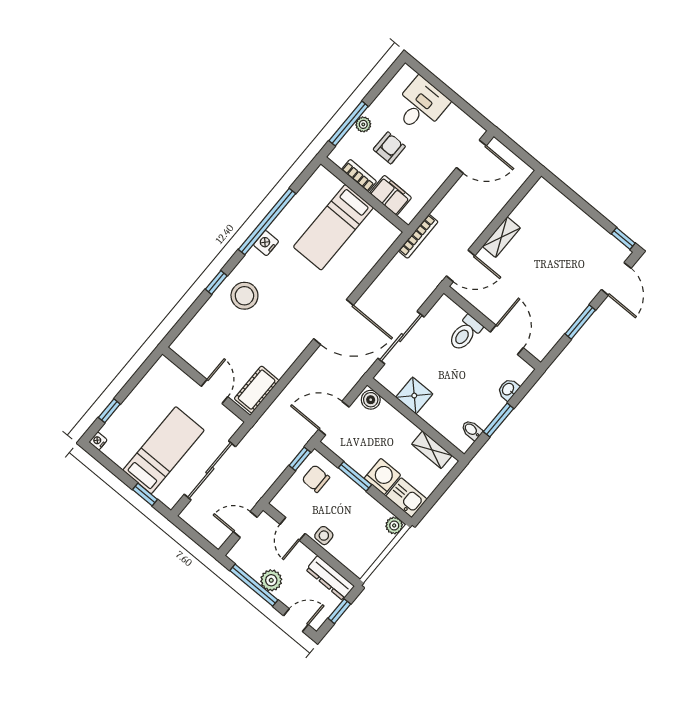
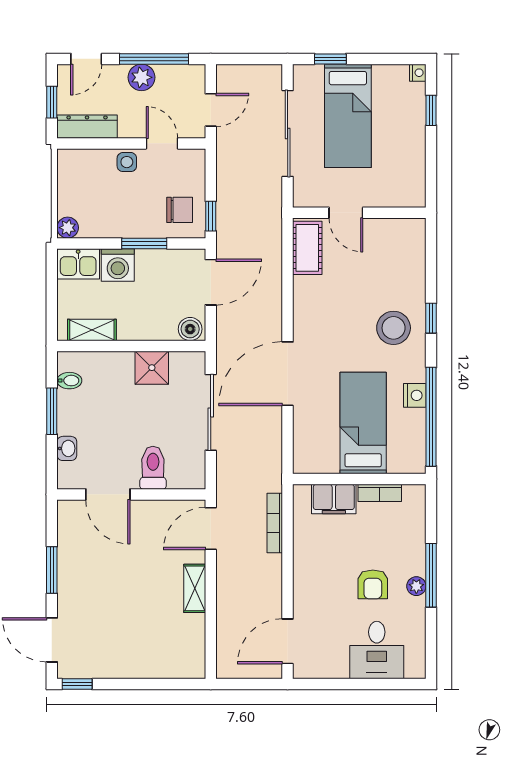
bookcase: (359, 176) -> (380, 493), moved
wall: (365, 195) -> (359, 479), moved
filing cabinet: (391, 195) -> (334, 499), moved
bed: (333, 227) -> (363, 423), moved

